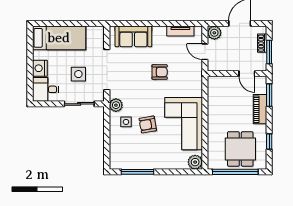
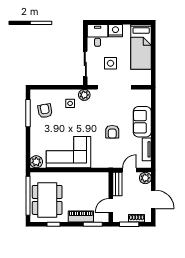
sofa: (133, 36) -> (142, 122), moved
bench: (222, 66) -> (117, 184), added
armchair: (148, 124) -> (45, 111), moved
dining table: (240, 149) -> (47, 200), width x1.38

